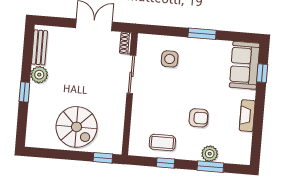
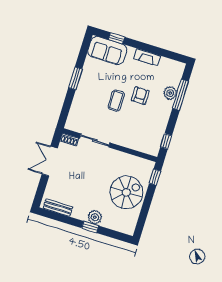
side table: (170, 59) -> (89, 108), removed
plant: (39, 75) -> (95, 217), moved
coffee table: (162, 142) -> (116, 101), moved
window: (165, 163) -> (166, 141), moved
window: (210, 167) -> (180, 95), width x1.44

